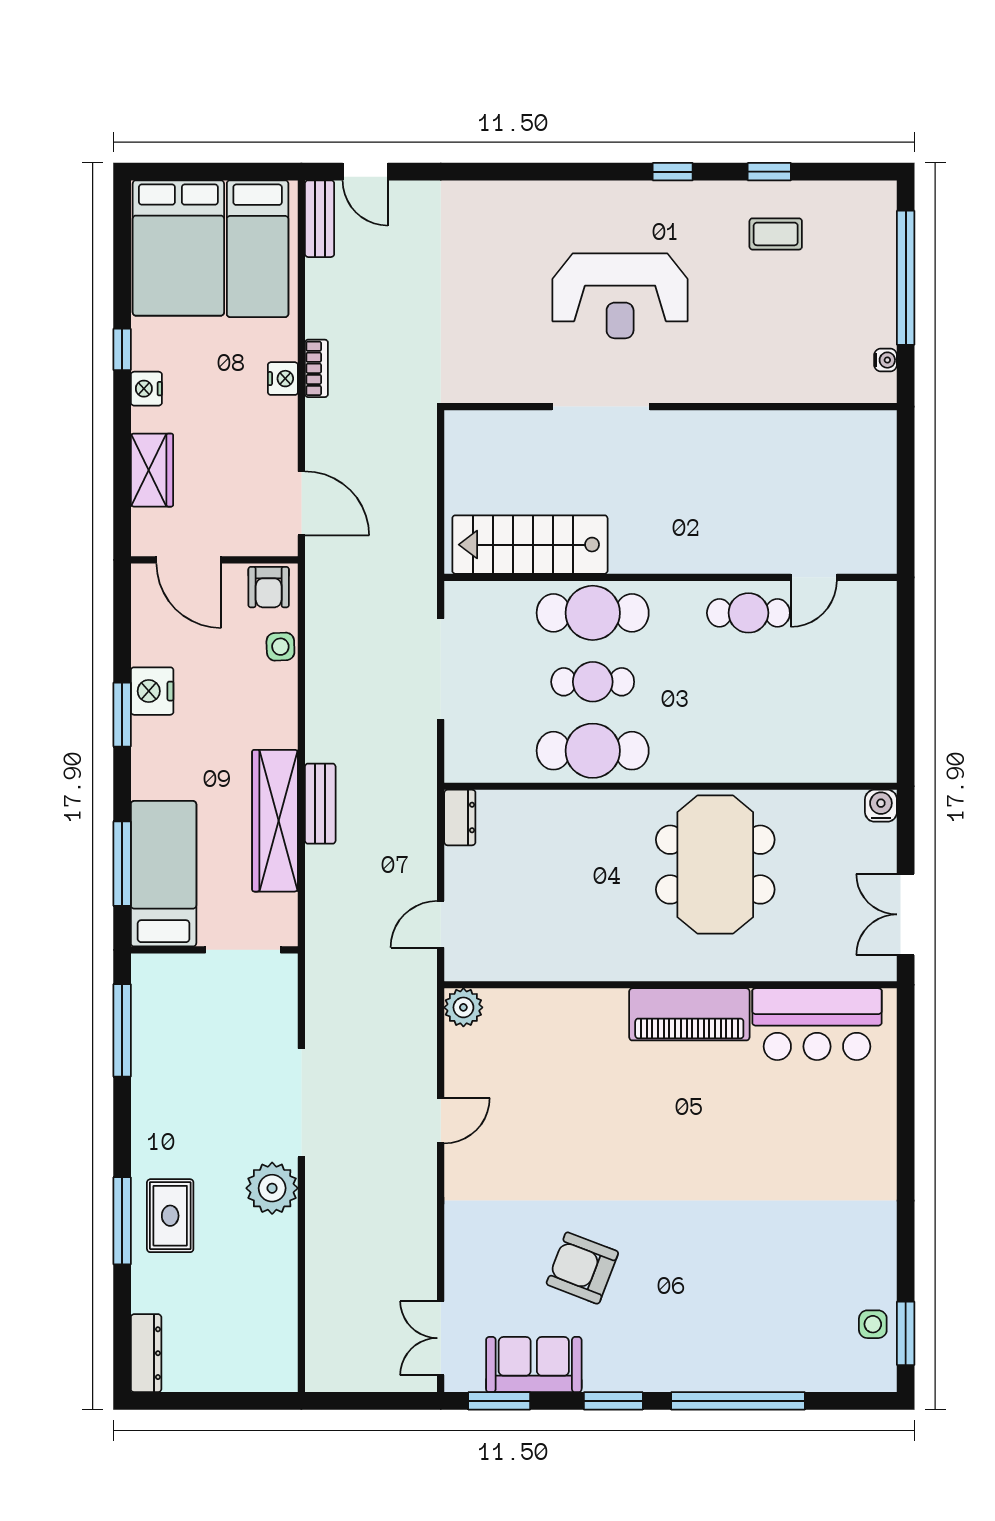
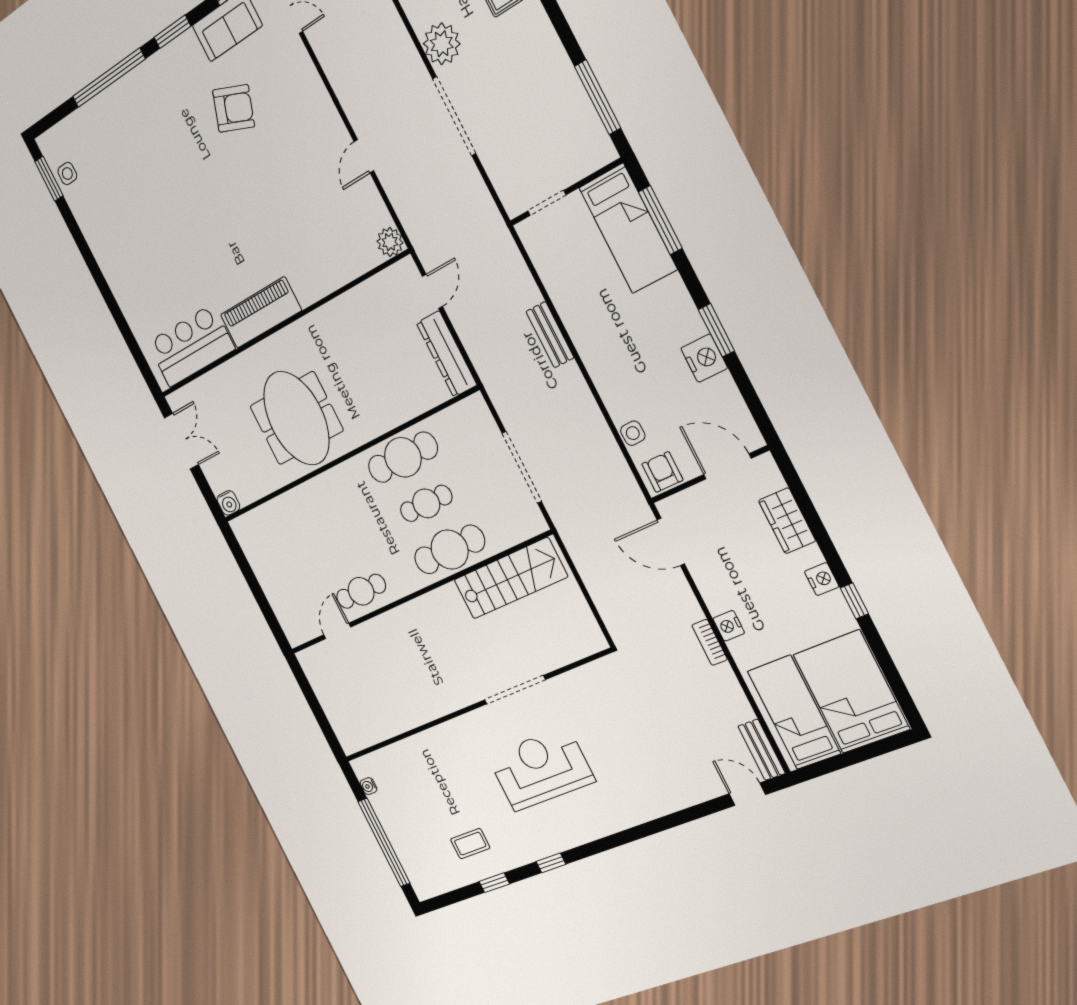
dresser: (460, 817) -> (447, 354), width x1.96, depth x1.24
wardrobe: (275, 821) -> (573, 307), removed
doorway: (243, 950) -> (547, 203), width x0.73

